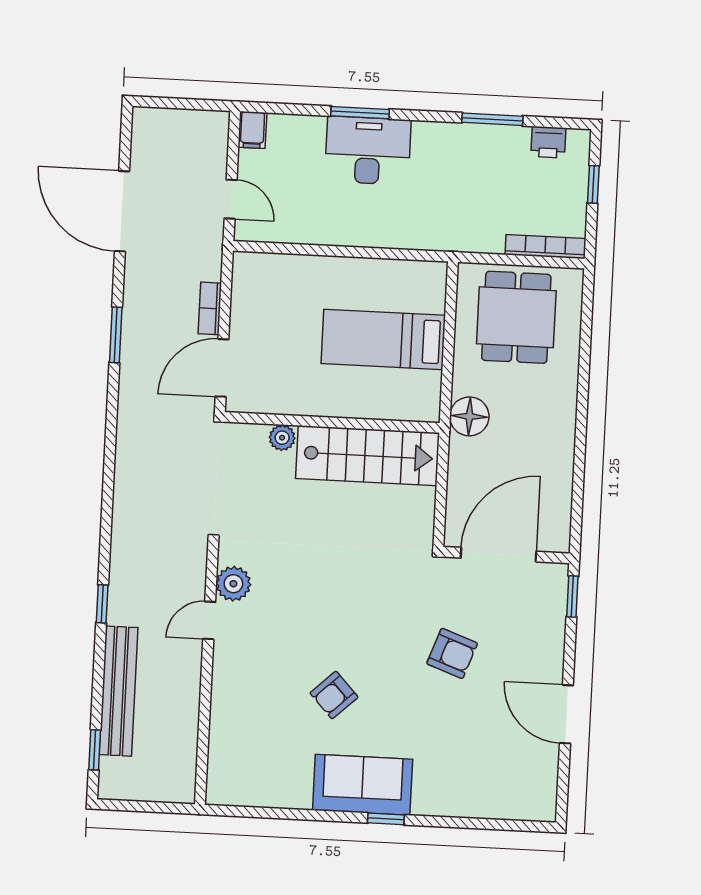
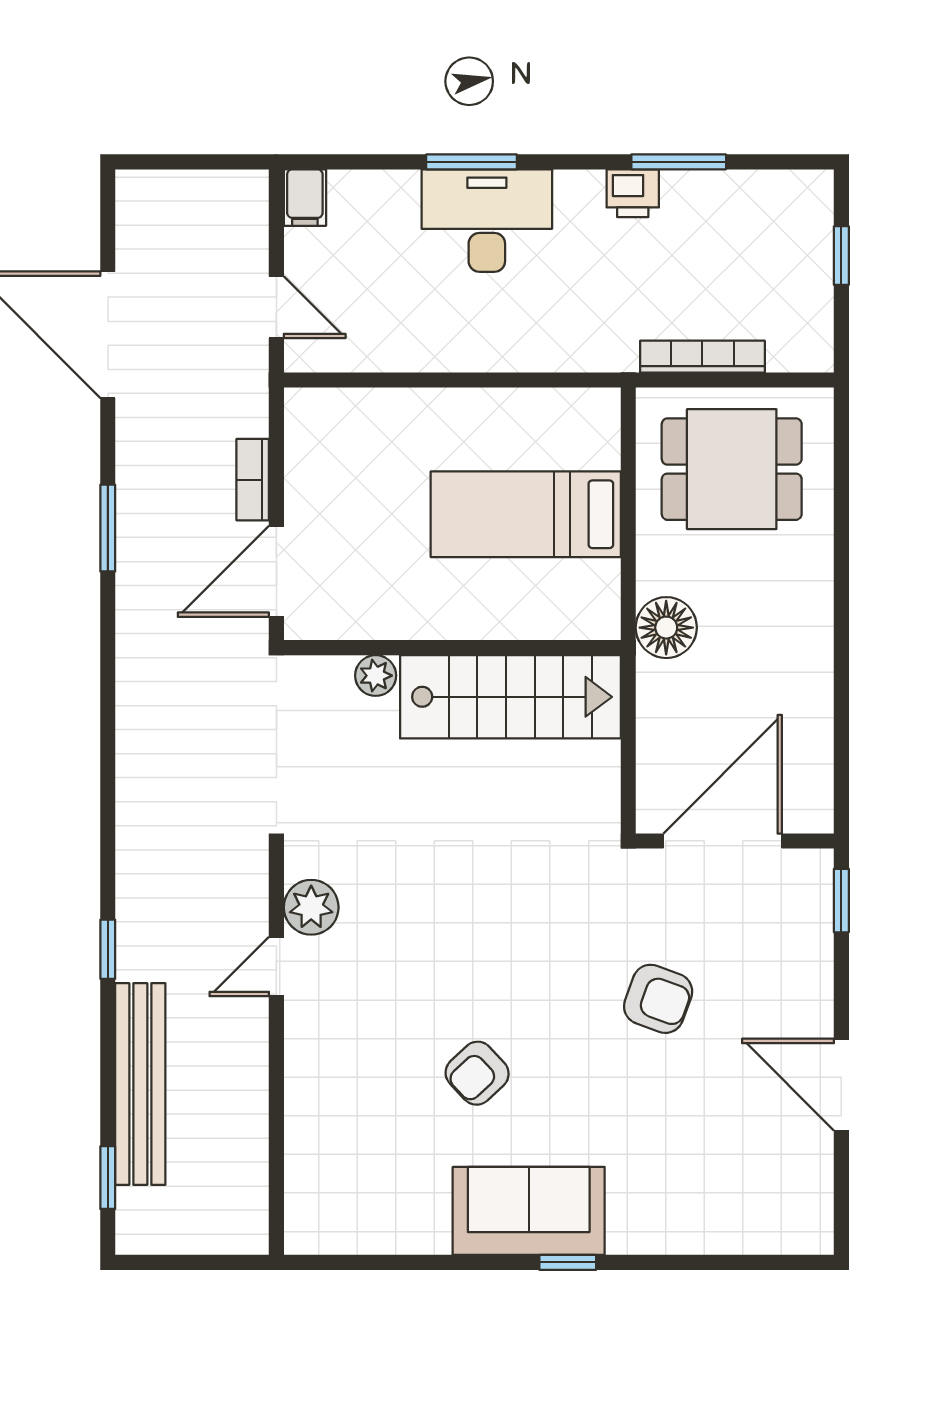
printer: (548, 142) -> (633, 193), moved
bookcase: (545, 247) -> (702, 357), moved
dining table: (516, 317) -> (732, 469), turned 90

